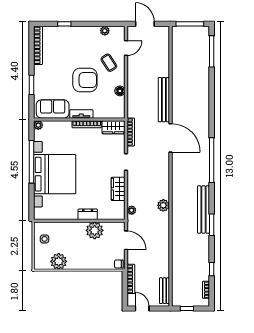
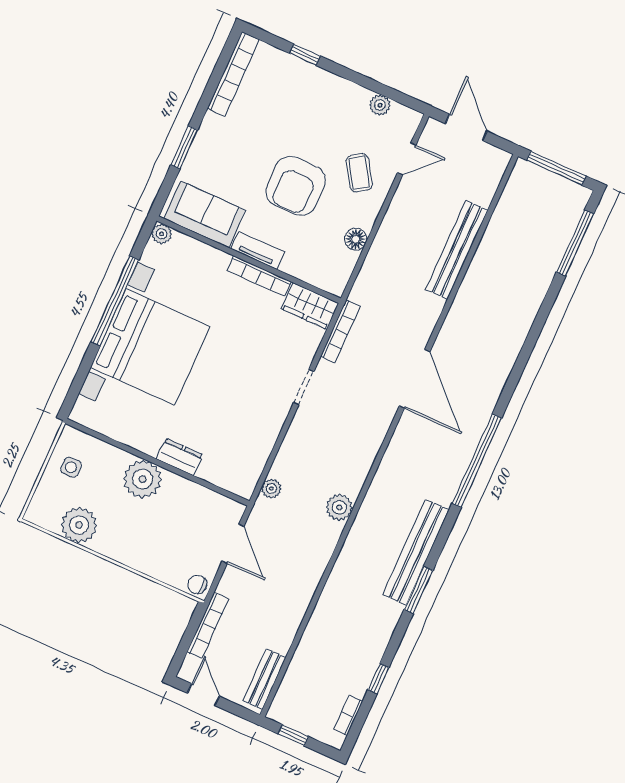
armchair: (85, 80) -> (296, 186), turned 90
bench: (164, 100) -> (457, 250), moved
wardrobe: (118, 189) -> (264, 434), removed
plant: (95, 230) -> (143, 479), moved

